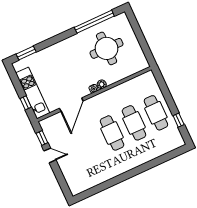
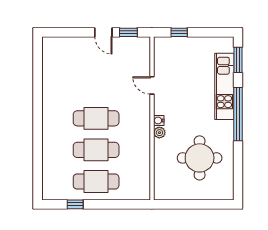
window: (94, 22) -> (238, 114), moved
kitchen unit: (33, 93) -> (224, 86), moved, turned 90
door: (71, 105) -> (152, 85), width x0.53
door: (50, 155) -> (103, 32), hinge flipped

